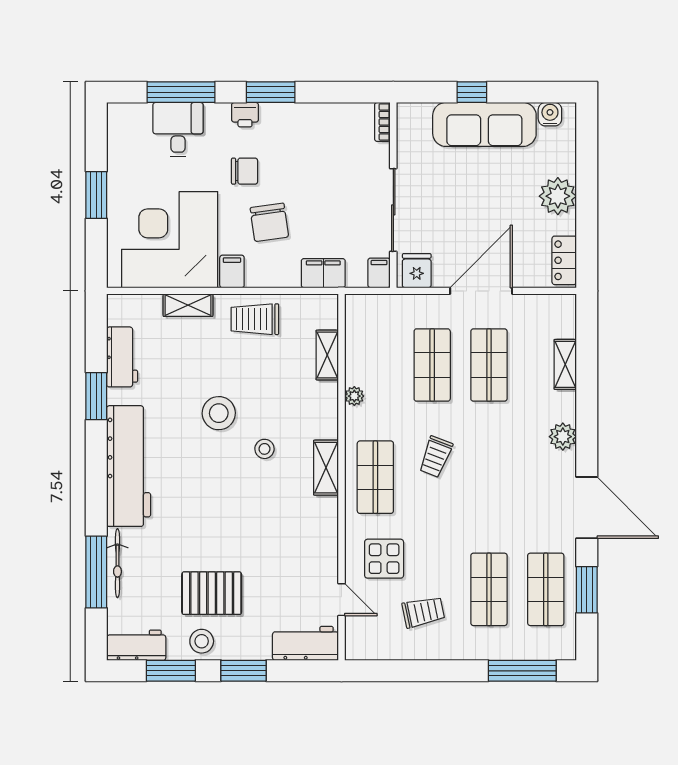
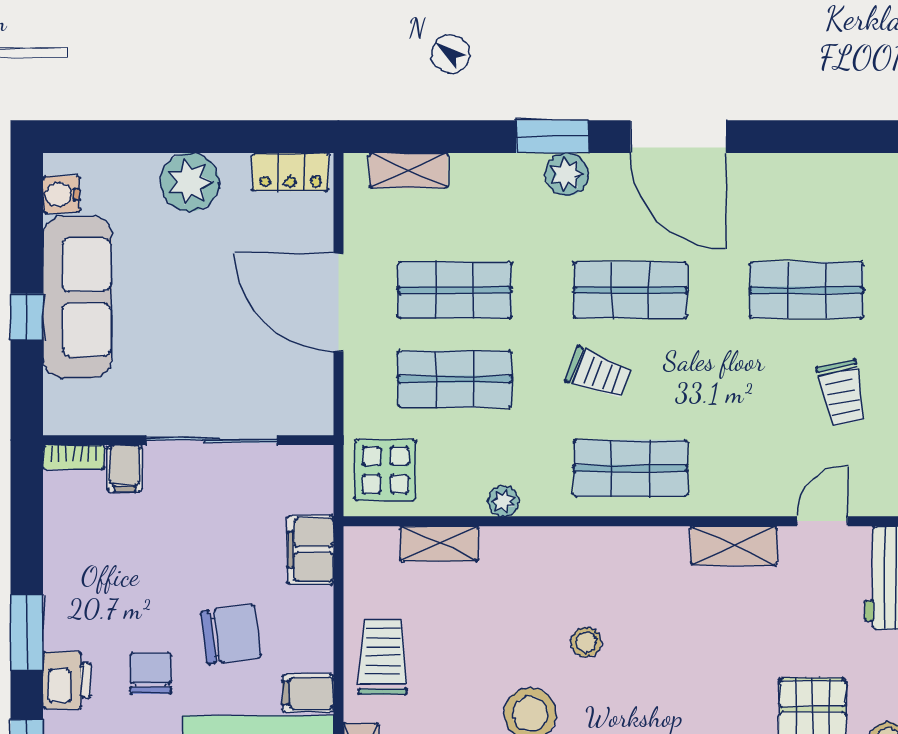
printer: (245, 115) -> (67, 680), width x1.36, depth x1.24
fridge: (417, 271) -> (307, 403), removed
filing cabinet: (379, 273) -> (125, 468), moved, turned -90
trolley: (255, 319) -> (383, 657), turned 180
shelving: (565, 364) -> (409, 170), moved
shelving: (326, 468) -> (734, 546), moved
door: (587, 508) -> (678, 137), swing flipped
display table: (384, 559) -> (386, 470), moved
shop shelf: (546, 589) -> (631, 290), moved
window: (587, 590) -> (552, 137), moved
trolley: (423, 612) -> (842, 393), turned 180

